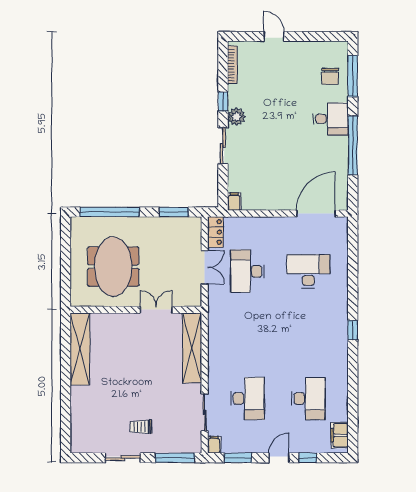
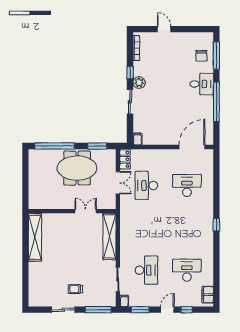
meeting table: (113, 267) -> (77, 168), moved, turned 90
desk: (308, 398) -> (187, 270), turned -90

